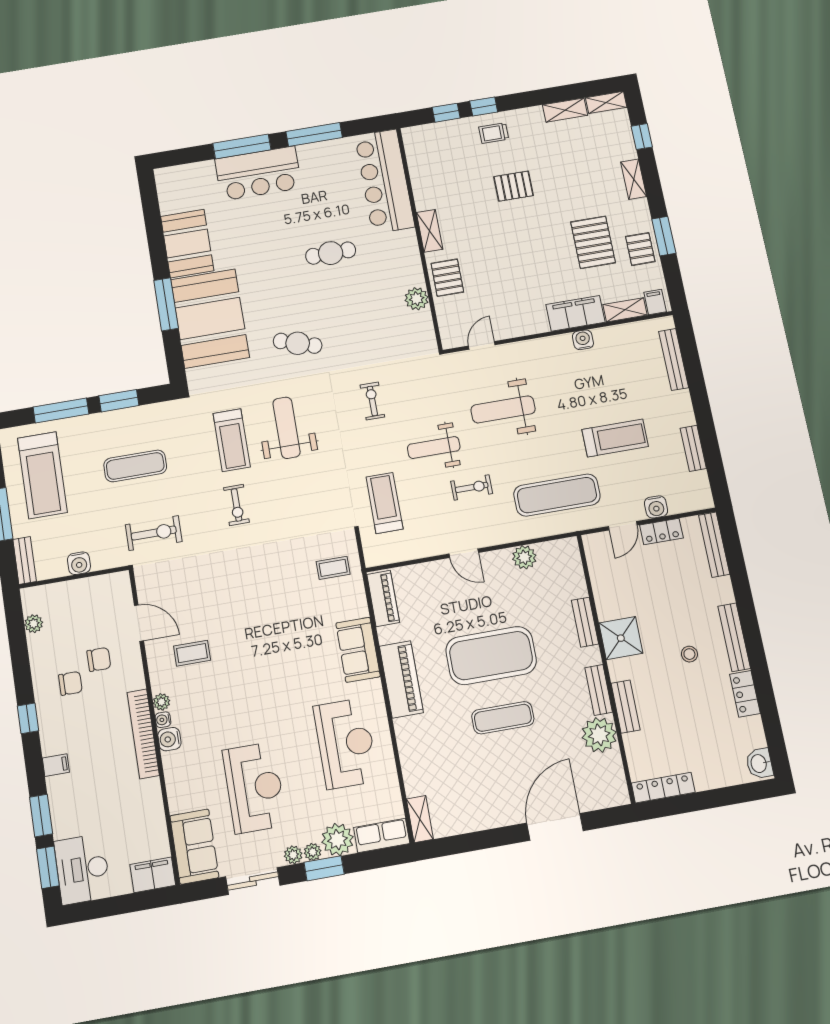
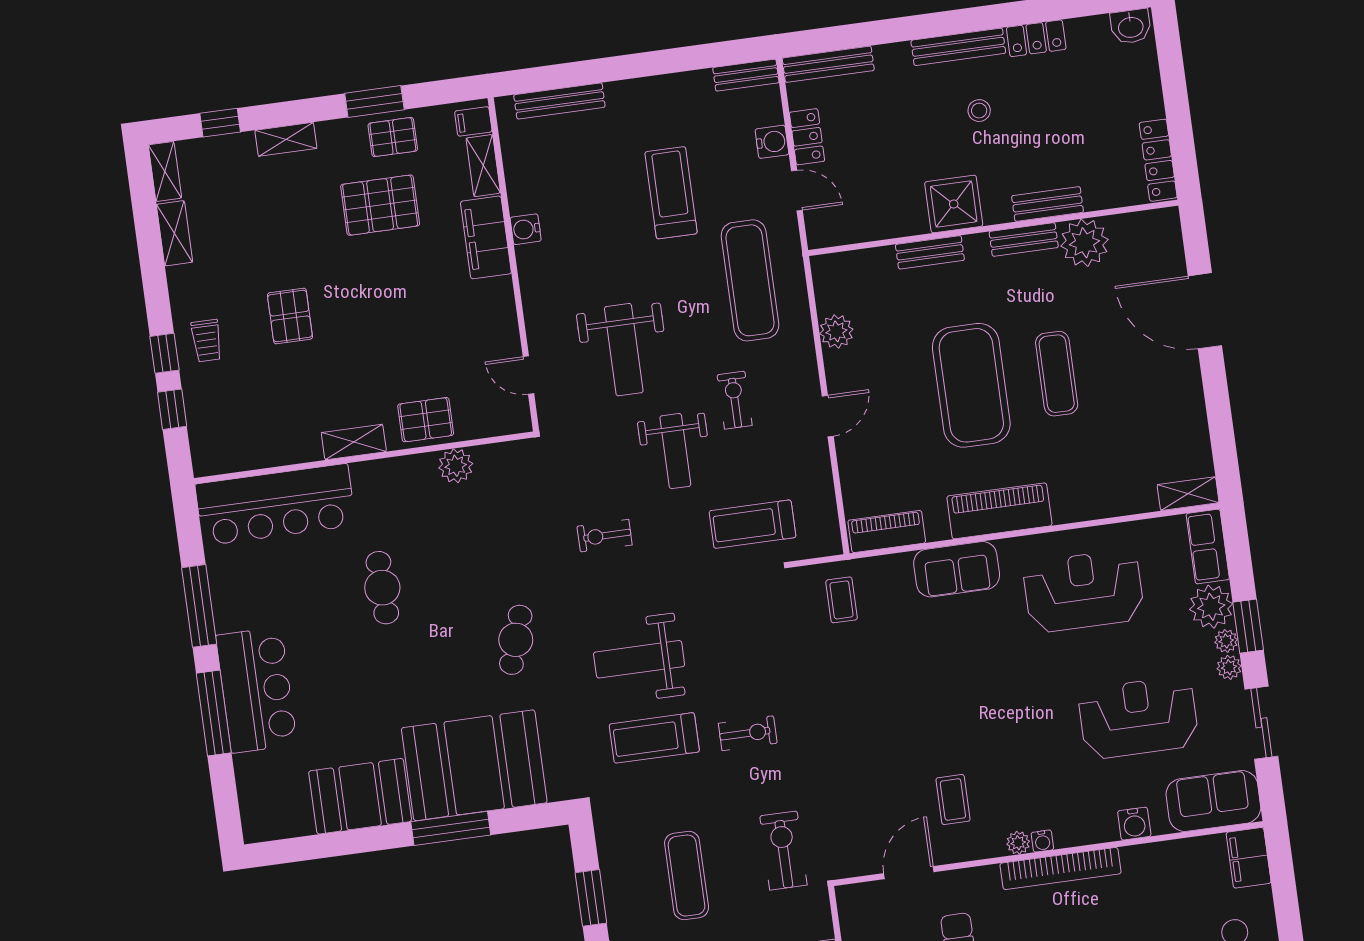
treadmill: (232, 440) -> (654, 738), turned 180
bench: (693, 448) -> (746, 75), moved
water cooler: (169, 739) -> (1134, 824), moved

